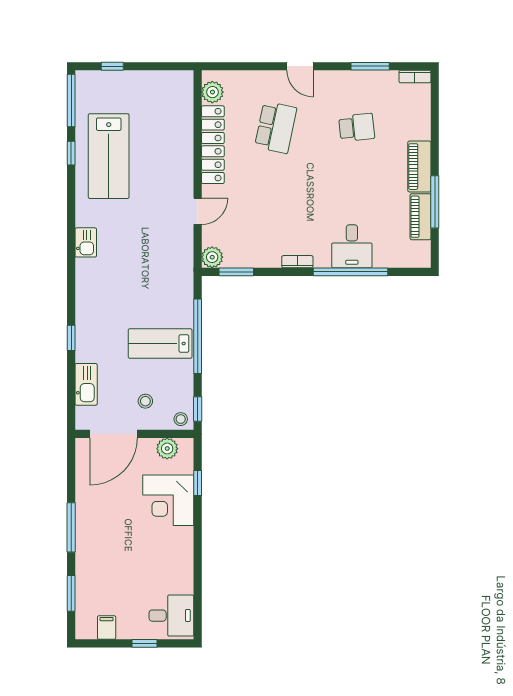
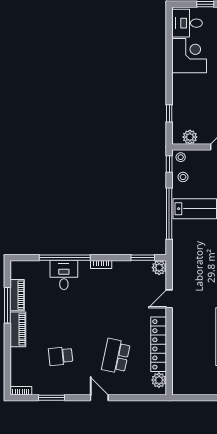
stool: (145, 401) -> (183, 177), moved
corner desk: (168, 500) -> (189, 56), moved

